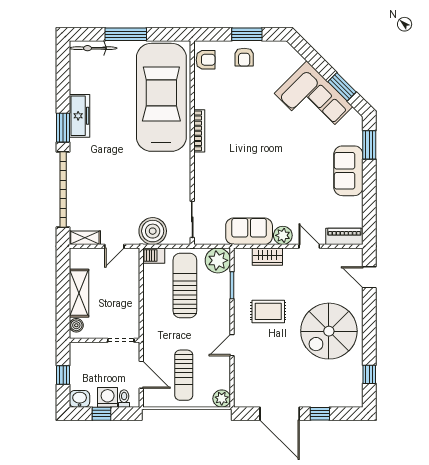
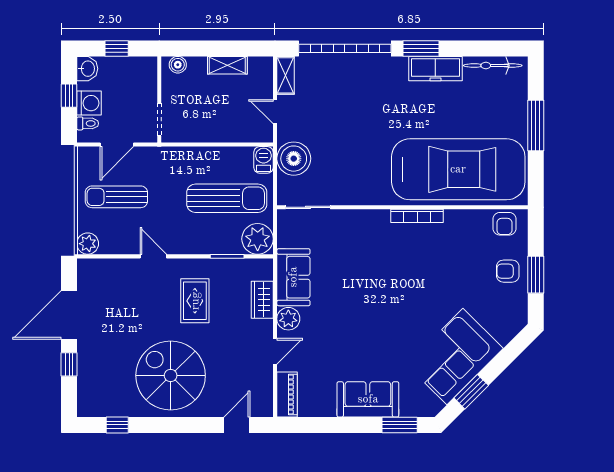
bicycle: (93, 48) -> (493, 66), moved, turned -90
shelving: (79, 293) -> (227, 65), width x0.67, depth x0.75

